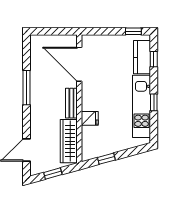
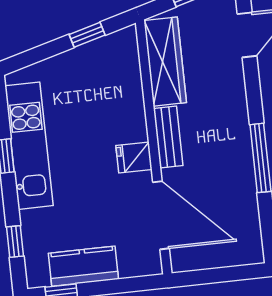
kitchen counter: (142, 57) -> (83, 266), moved, turned -90
fridge: (90, 118) -> (134, 157), moved

